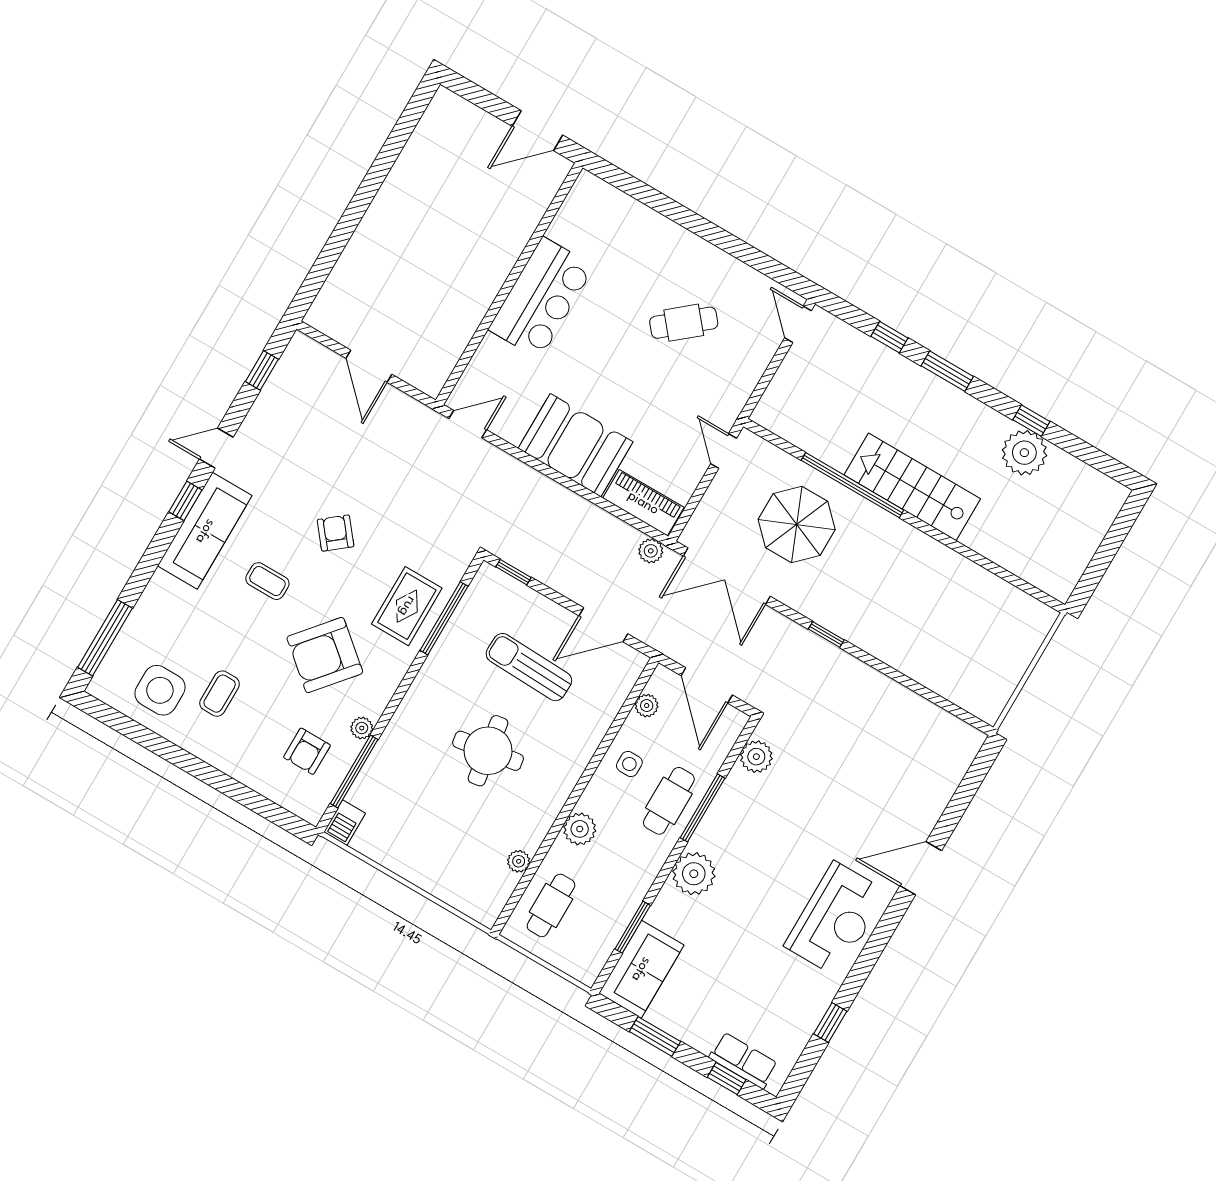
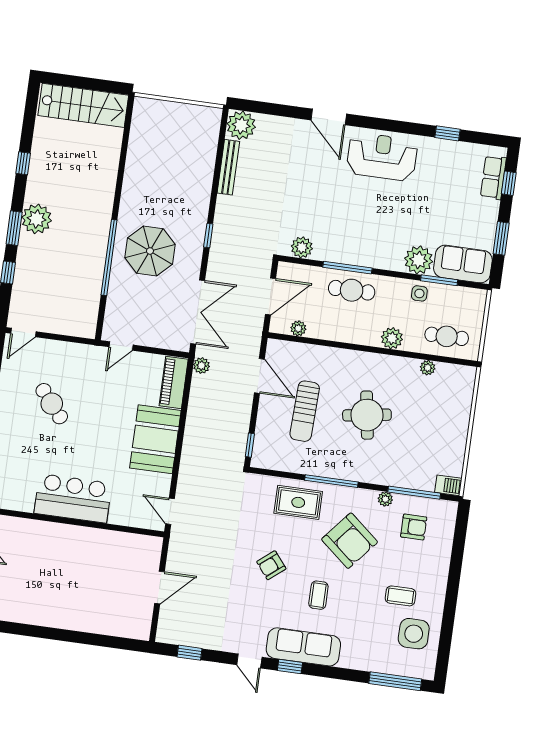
plant: (1024, 453) -> (37, 219), moved
stairs: (912, 487) -> (83, 105), moved, turned -90
parasol: (797, 525) -> (150, 251), moved
window: (444, 618) -> (331, 481), moved
bench: (909, 701) -> (228, 167), added
plant: (959, 743) -> (241, 125), added
side table: (629, 764) -> (419, 293), moved
plant: (694, 874) -> (419, 260), moved

